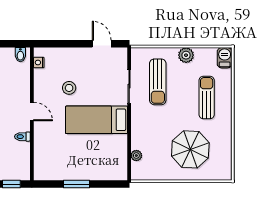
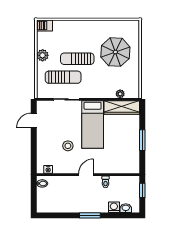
sun lounger: (207, 98) -> (77, 59), moved
wardrobe: (119, 158) -> (122, 108), added

